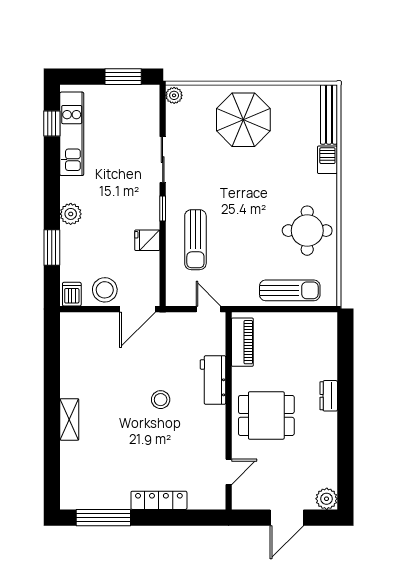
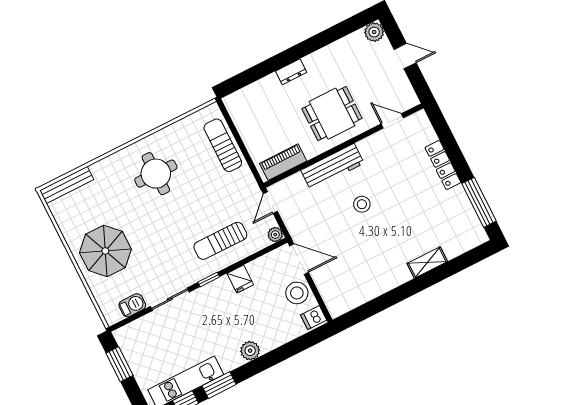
plant: (174, 95) -> (275, 235), moved
barbecue: (327, 160) -> (132, 305), moved, turned 180
round table: (307, 231) -> (156, 174), moved
sun lounger: (195, 240) -> (220, 241), turned 180
window: (52, 247) -> (219, 385), moved
workbench: (213, 380) -> (332, 167), width x1.37
dining table: (266, 415) -> (332, 114), turned 90
shelving: (69, 419) -> (427, 263), moved
door: (287, 518) -> (405, 56), width x0.73

